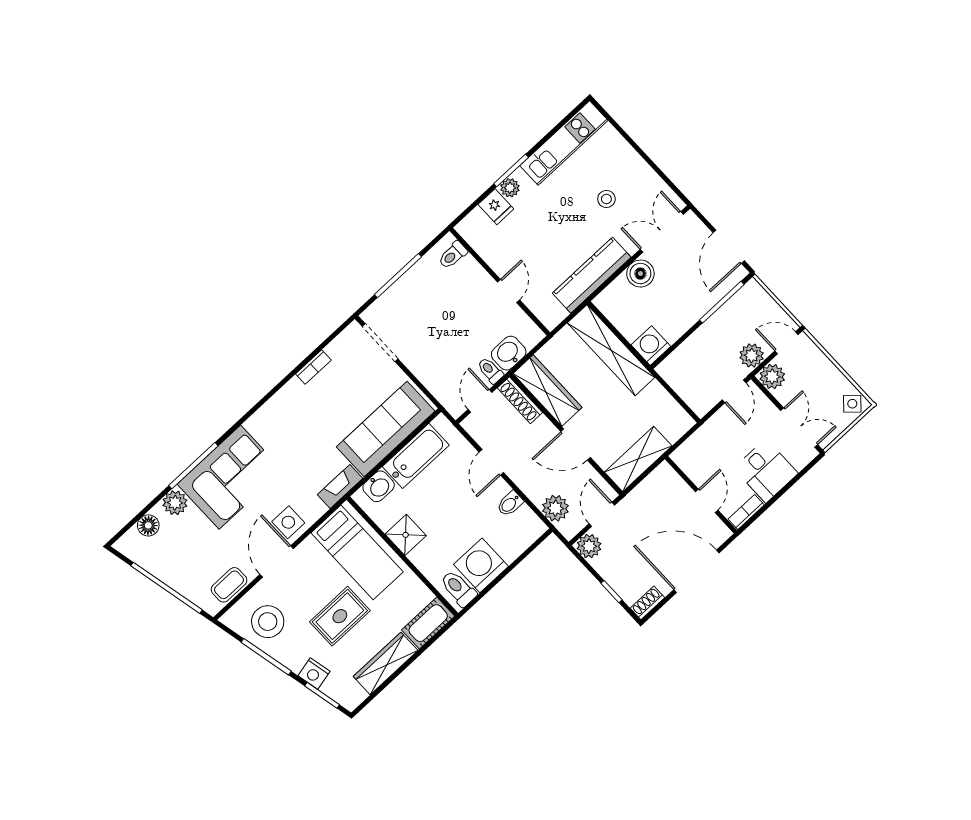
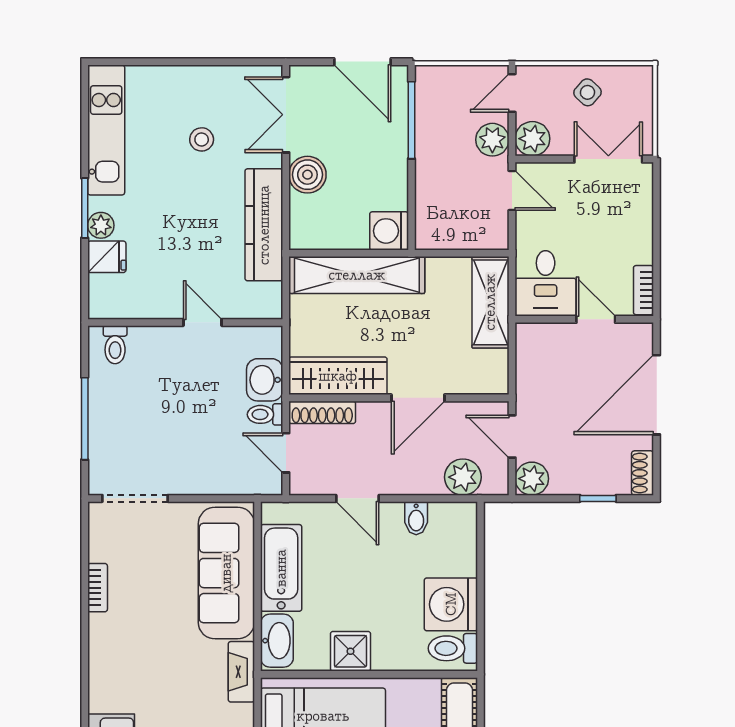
side table: (852, 404) -> (587, 92), moved
shelving: (638, 459) -> (490, 302), moved
desk: (766, 471) -> (546, 283), moved, turned 90
washbasin: (379, 486) -> (277, 641), width x1.38

